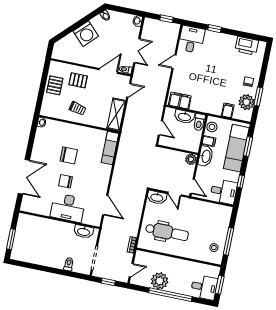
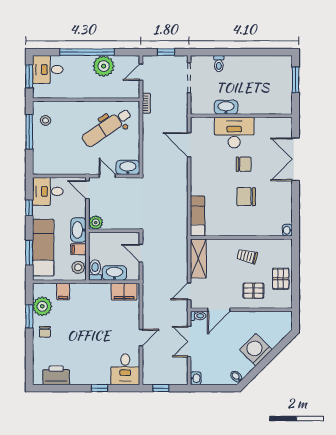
washbasin: (84, 232) -> (226, 107), moved
dental chair: (167, 232) -> (107, 128), turned -34

